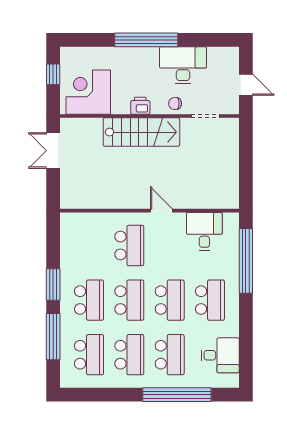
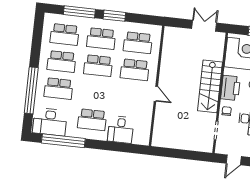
printer: (140, 106) -> (231, 88), width x1.87, depth x1.48
door: (161, 211) -> (156, 94), hinge flipped
desk: (204, 231) -> (121, 130), moved, turned 90
window: (246, 261) -> (63, 141), moved
school desk: (170, 300) -> (138, 43), moved
desk: (220, 355) -> (50, 122), width x1.37

